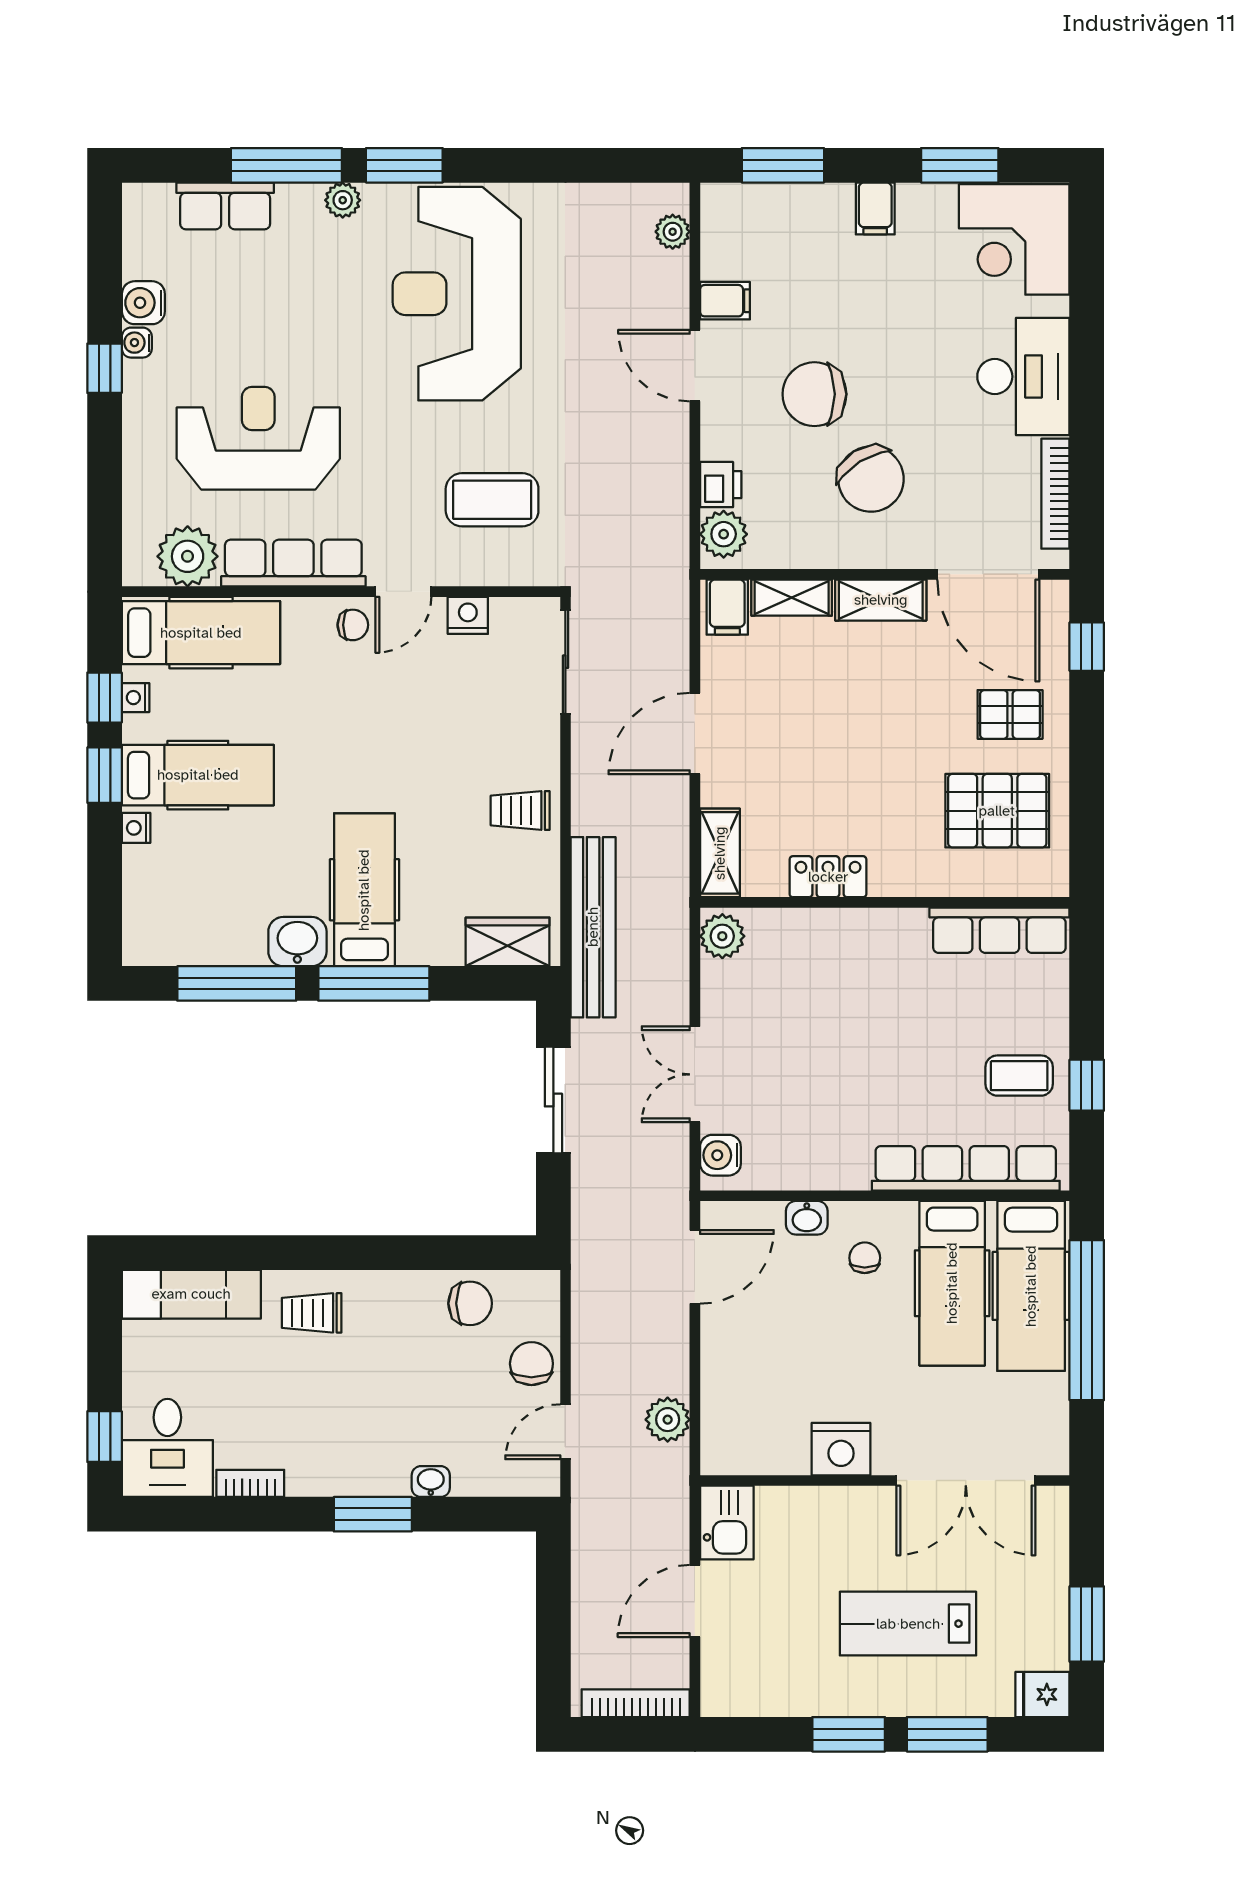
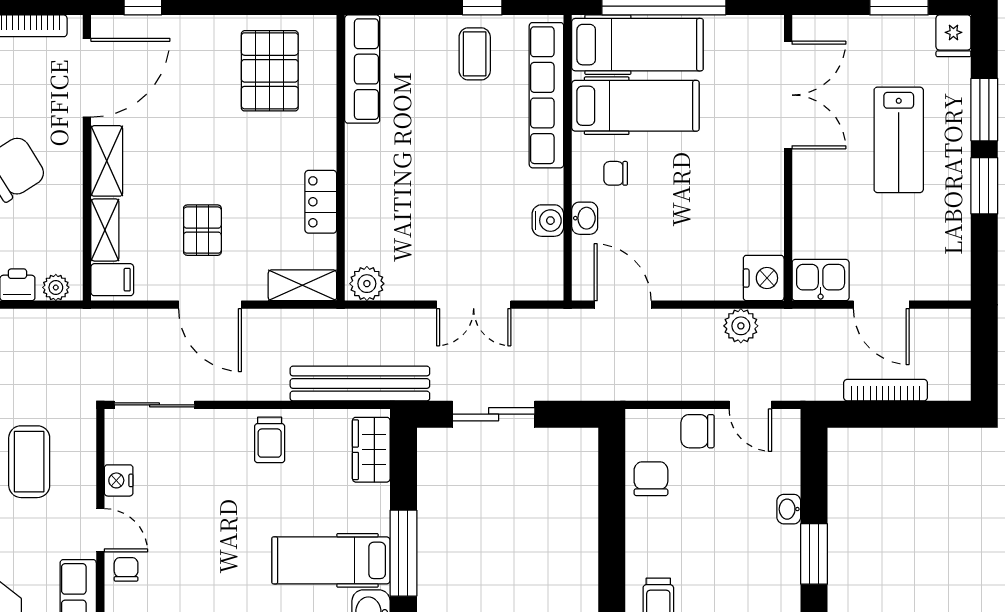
plant: (724, 534) -> (56, 287), width x0.73, depth x0.73
pallet: (1010, 714) -> (202, 230), moved
water cooler: (720, 1155) -> (548, 221), moved, turned -90
nightstand: (841, 1449) -> (764, 278), moved
bookcase: (636, 1703) -> (886, 390), moved, turned 90

